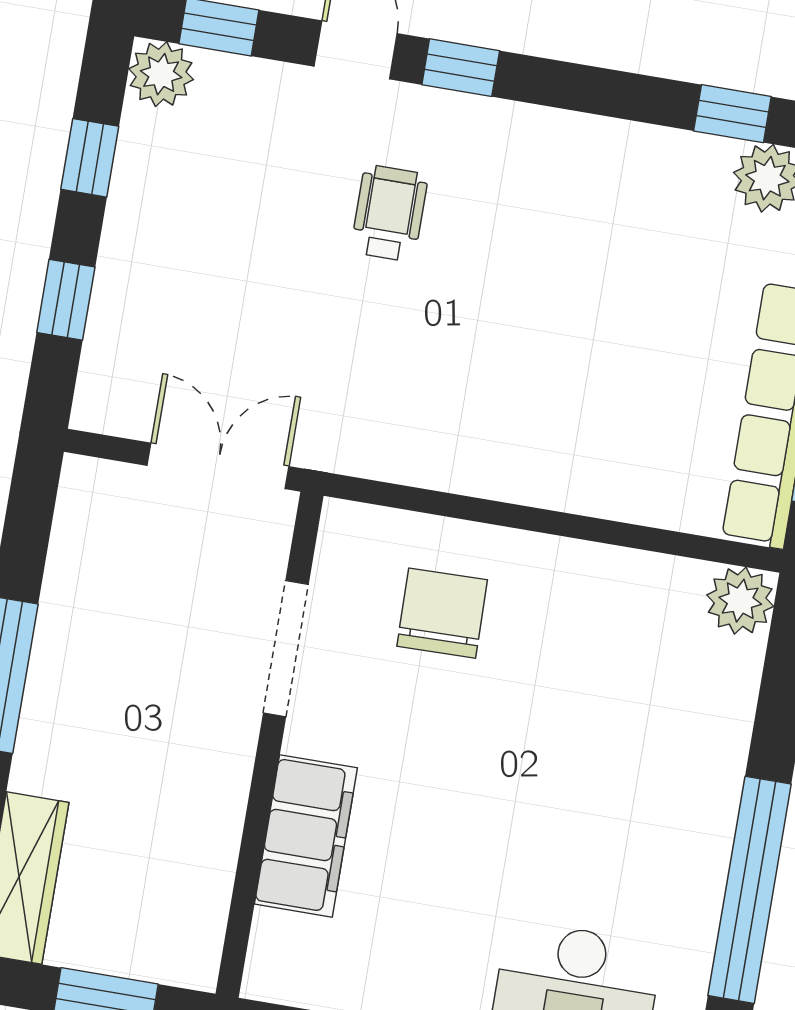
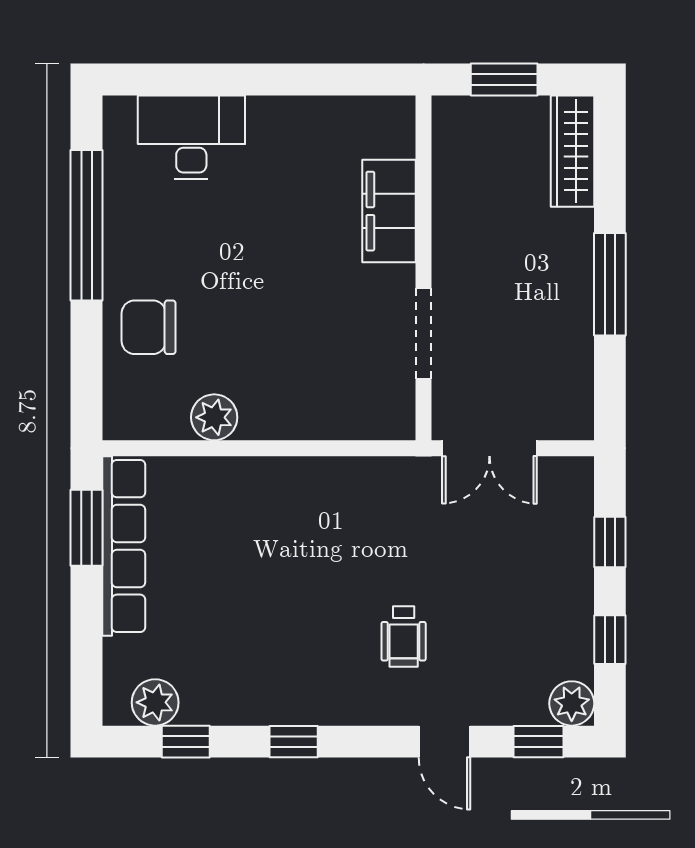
window: (461, 68) -> (294, 742), moved
plant: (740, 601) -> (214, 417), moved
chair: (442, 613) -> (149, 327), moved, turned 91

